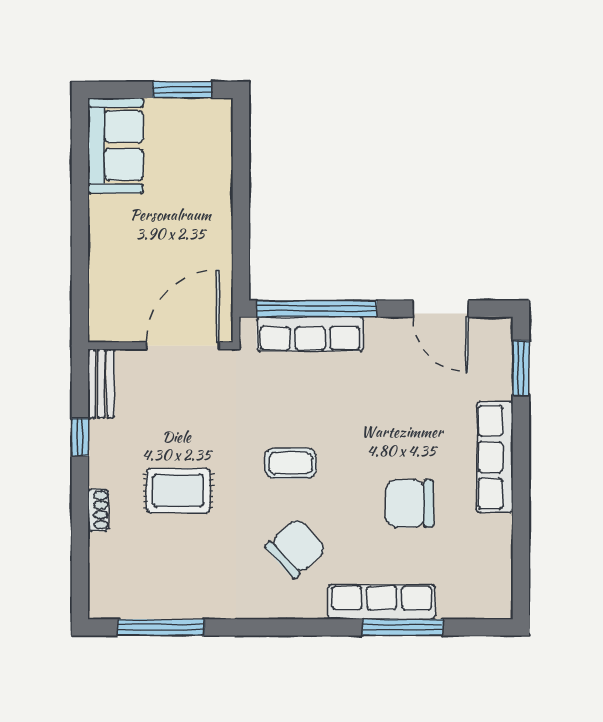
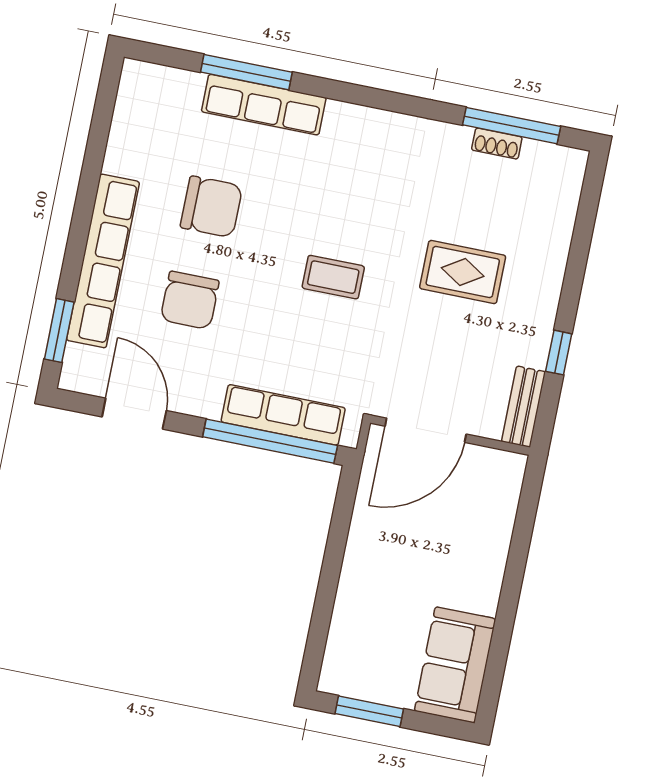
row of seats: (495, 457) -> (103, 261), width x1.36
shoe rack: (98, 510) -> (497, 144), moved, turned -90
chair: (296, 548) -> (190, 300), moved, turned -48

